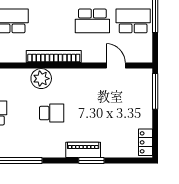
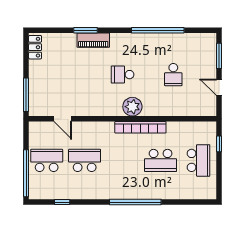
school desk: (133, 21) -> (47, 160), turned 180
bookcase: (54, 57) -> (140, 127), moved

